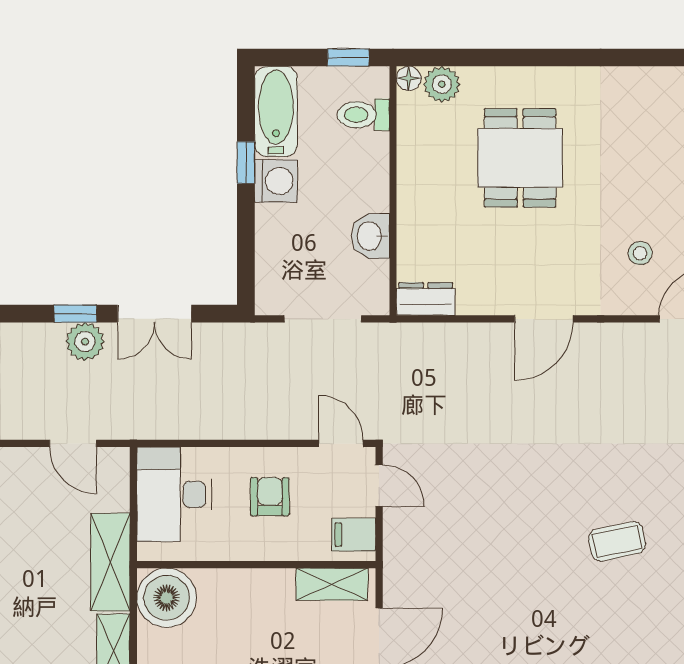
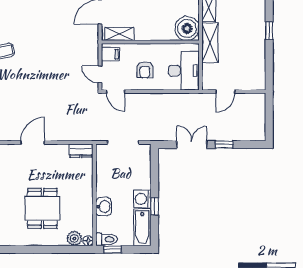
toilet: (363, 115) -> (106, 239), moved
washbasin: (370, 236) -> (104, 207), moved
plant: (85, 342) -> (220, 133), removed
door: (73, 443) -> (225, 92), swing flipped

